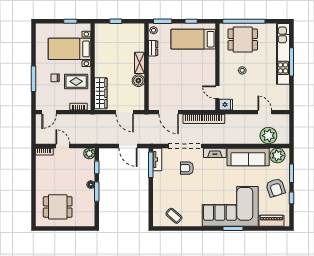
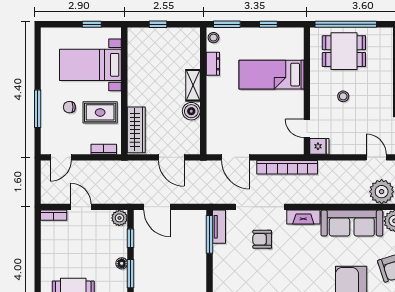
bed: (193, 39) -> (271, 75), moved
door: (128, 146) -> (157, 207), moved

